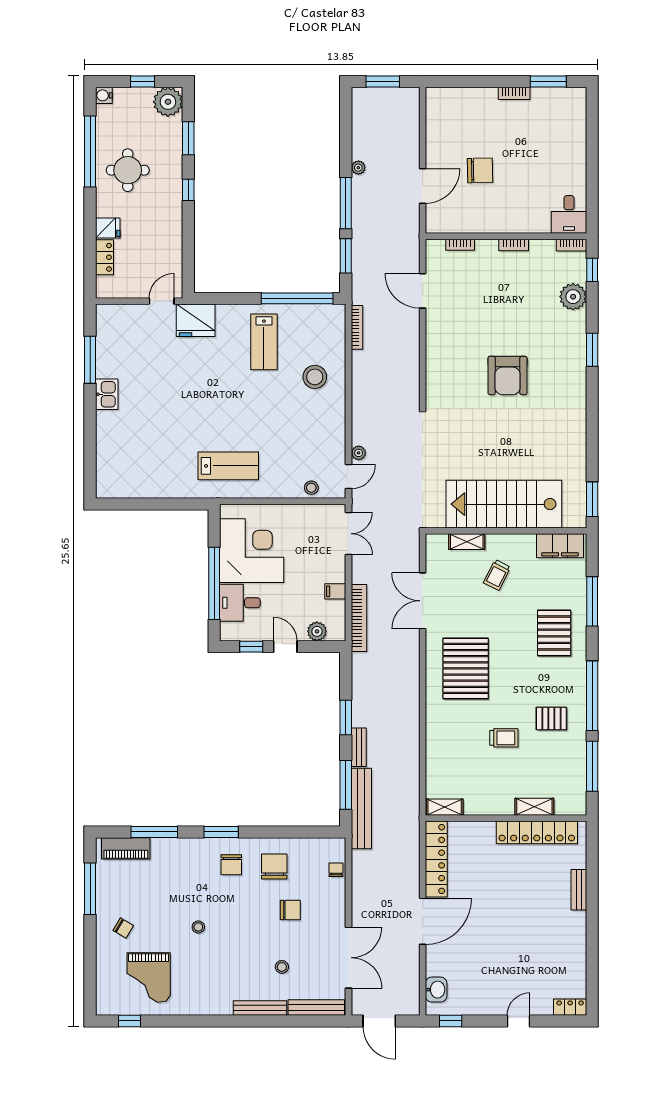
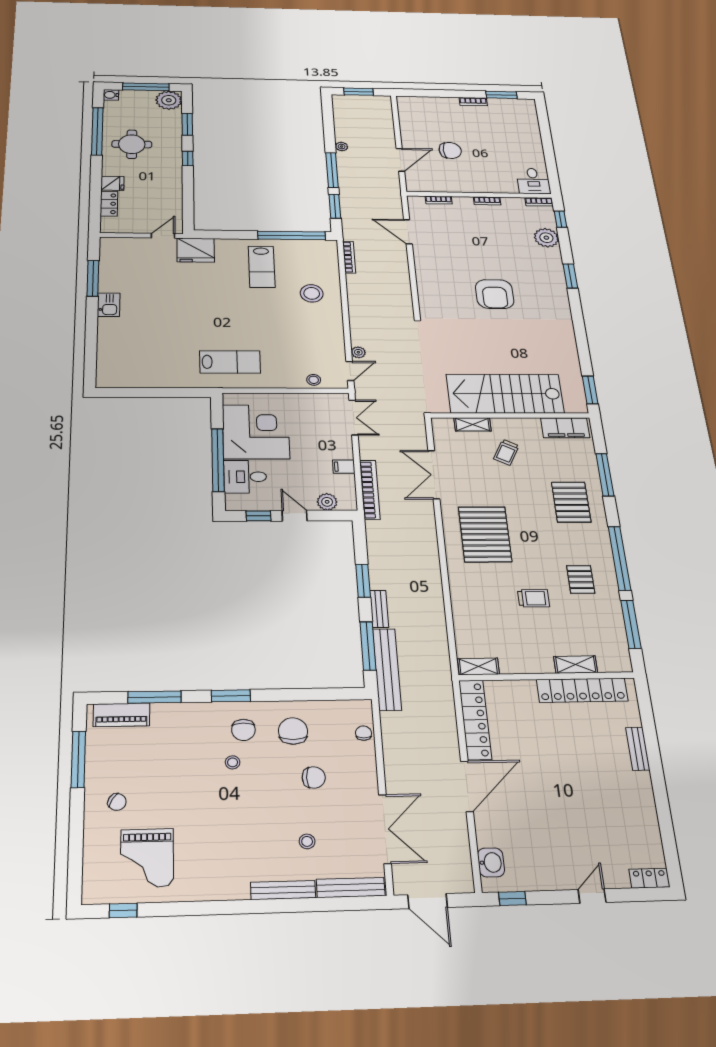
window: (142, 82) -> (146, 87), width x2.17
pallet: (551, 718) -> (581, 579), turned 90
stool: (198, 927) -> (233, 762), moved

